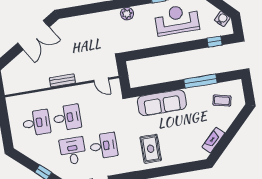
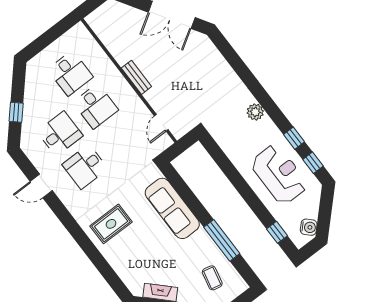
desk: (103, 146) -> (85, 167), turned 90

